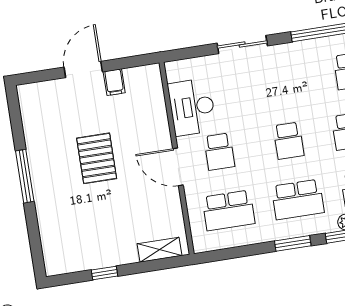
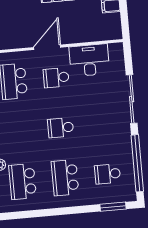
sliding door: (242, 45) -> (132, 99), width x1.37
school desk: (298, 199) -> (18, 131), removed

